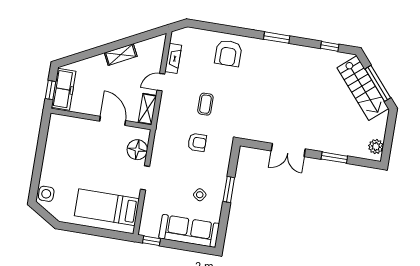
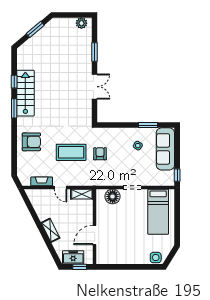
window: (330, 46) -> (14, 82), moved
shelving: (121, 55) -> (50, 230), moved
window: (378, 83) -> (35, 29), width x0.69
stairs: (363, 88) -> (25, 93), moved, turned -50
freezer: (64, 89) -> (73, 257), width x0.71
coffee table: (205, 104) -> (71, 152), width x1.86, depth x1.72
door: (113, 121) -> (95, 235), moved
window: (229, 190) -> (148, 125), moved

